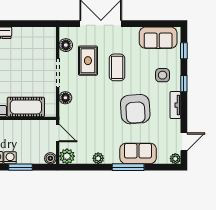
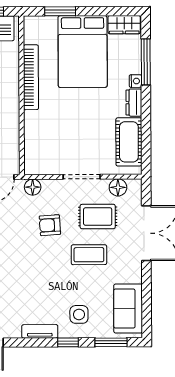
window: (184, 51) -> (111, 342), width x1.50
floor lamp: (65, 98) -> (33, 187), moved
cot: (26, 107) -> (129, 142), moved
armchair: (135, 109) -> (50, 225), moved, width x0.53, depth x0.53

